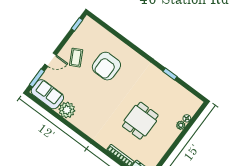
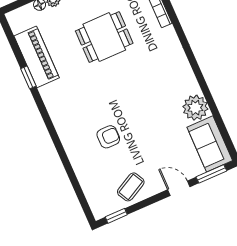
coffee table: (76, 58) -> (131, 187), moved
armchair: (106, 66) -> (108, 137), width x0.53, depth x0.53
piano: (172, 88) -> (37, 57), added

